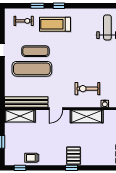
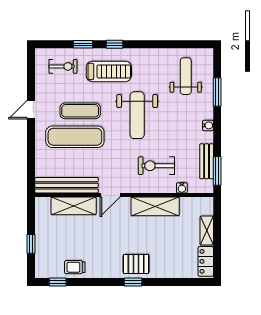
treadmill: (55, 24) -> (109, 71), turned 180
weight bench: (74, 54) -> (137, 115), added
shelving: (20, 116) -> (74, 206), moved
pallet: (74, 156) -> (136, 264), turned 90

